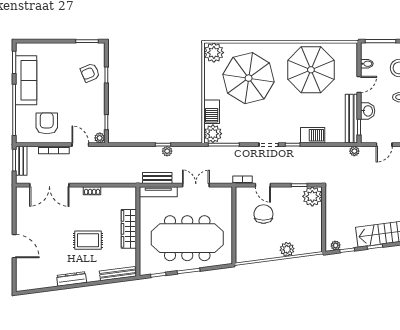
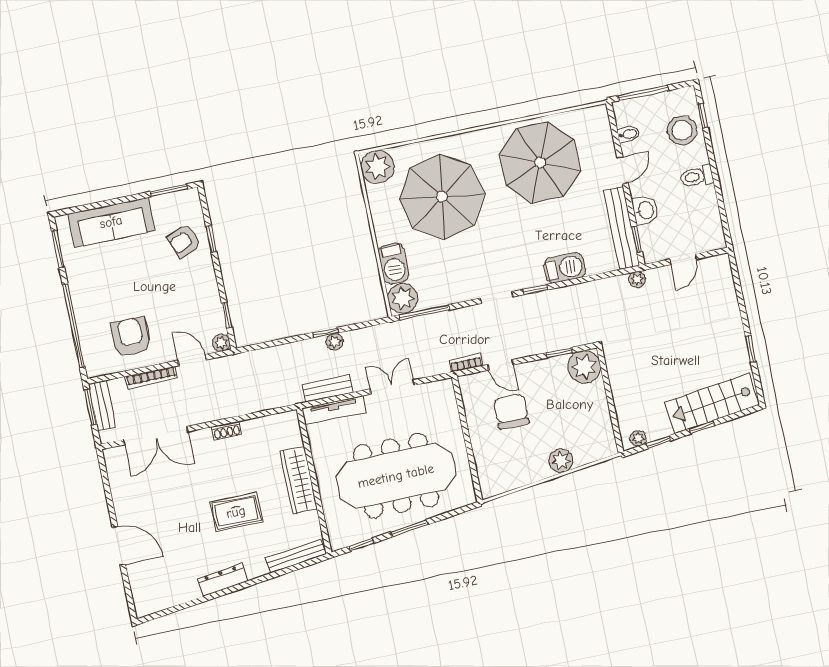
sofa: (26, 80) -> (111, 222), moved, turned 90

